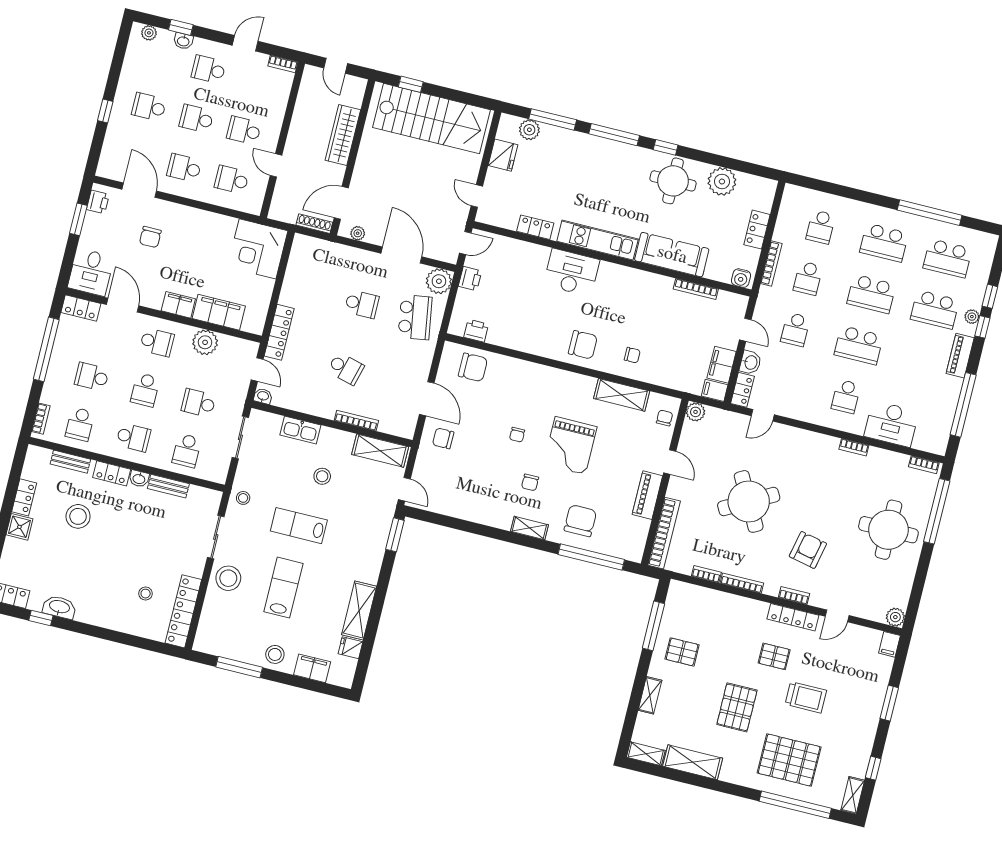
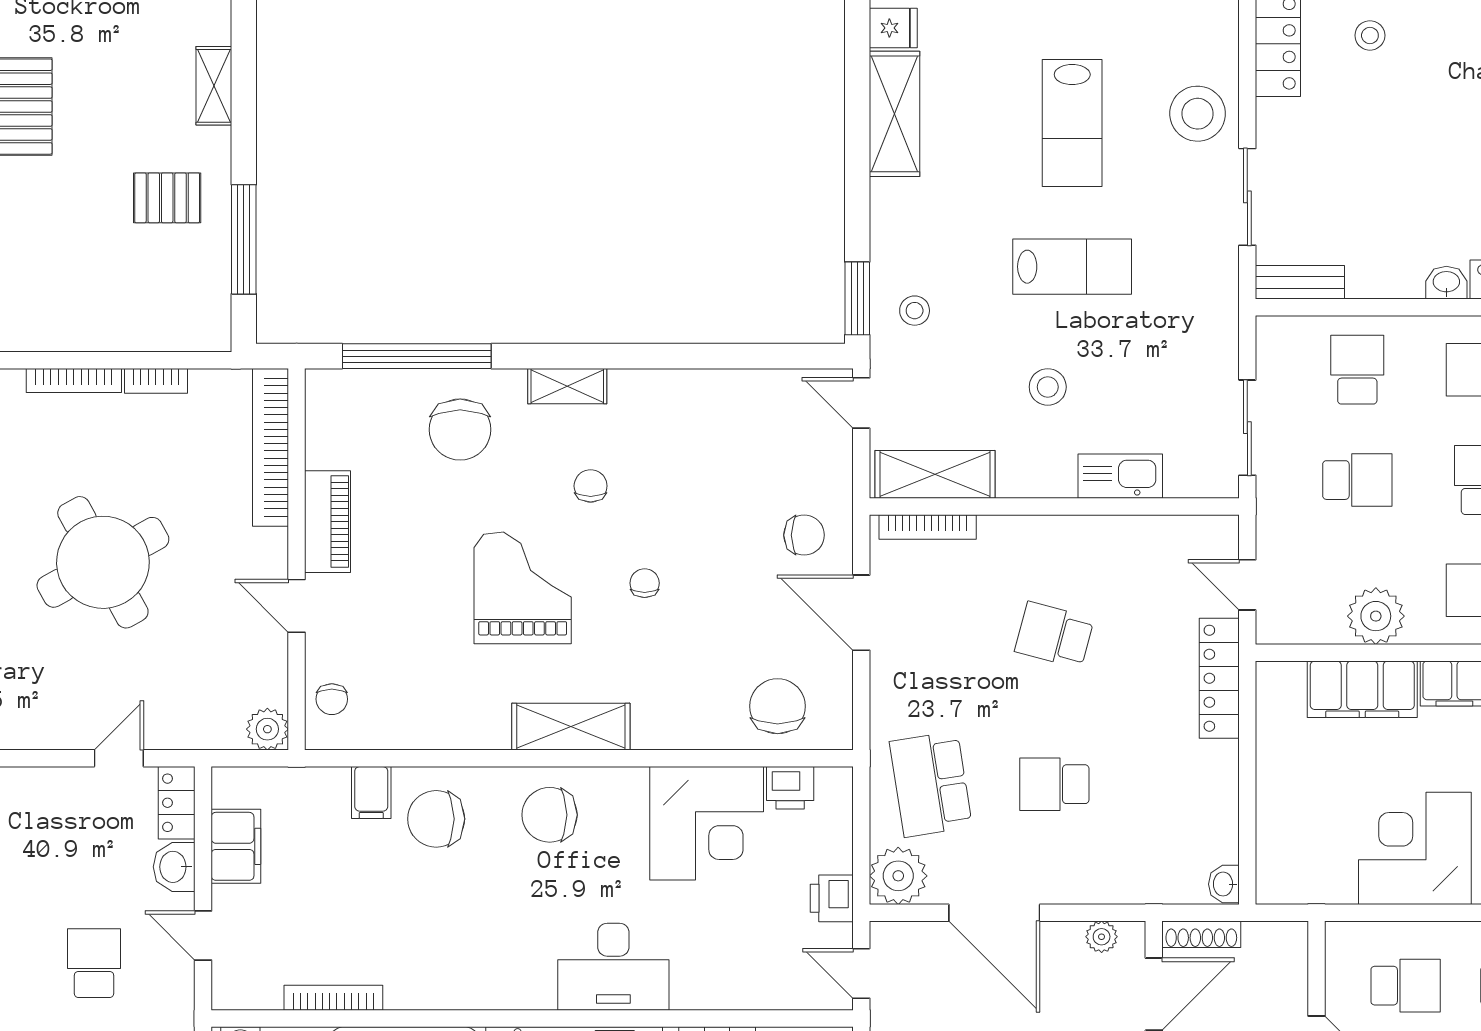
door: (465, 243) -> (861, 973), hinge flipped
corner desk: (258, 249) -> (1415, 848), moved, turned -90
corner desk: (516, 324) -> (707, 823), added
chair: (632, 355) -> (436, 819), width x1.87, depth x1.87
chair: (473, 367) -> (778, 706), turned 90
filing cabinet: (715, 390) -> (371, 793), moved, turned 90
shelving: (622, 395) -> (571, 727), moved
washbasin: (263, 396) -> (1224, 884), moved, turned 90
bookcase: (356, 421) -> (928, 527), moved
bench: (168, 486) -> (1300, 282), moved
stool: (243, 498) -> (915, 311), moved

